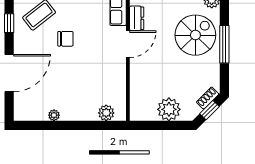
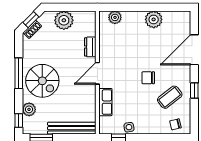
dresser: (137, 18) -> (90, 47), moved
spiral stairs: (195, 35) -> (42, 81), turned -90
plant: (54, 115) -> (154, 19), width x1.87, depth x1.87

